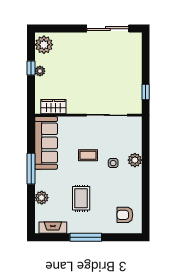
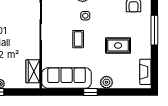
window: (31, 169) -> (91, 92), width x0.46
plant: (42, 198) -> (106, 82), moved
window: (86, 237) -> (154, 30), moved

